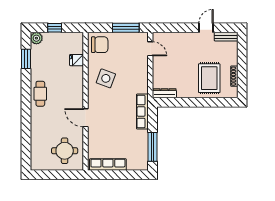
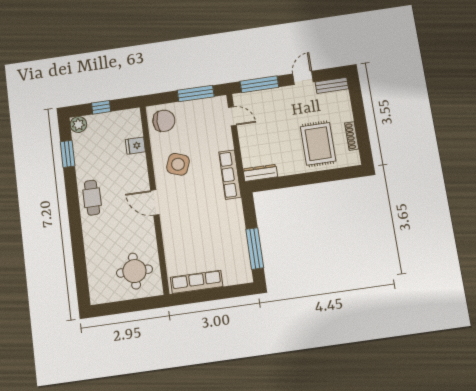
window: (173, 28) -> (259, 84), added
row of seats: (142, 112) -> (230, 175), moved
door: (85, 118) -> (155, 203), moved

